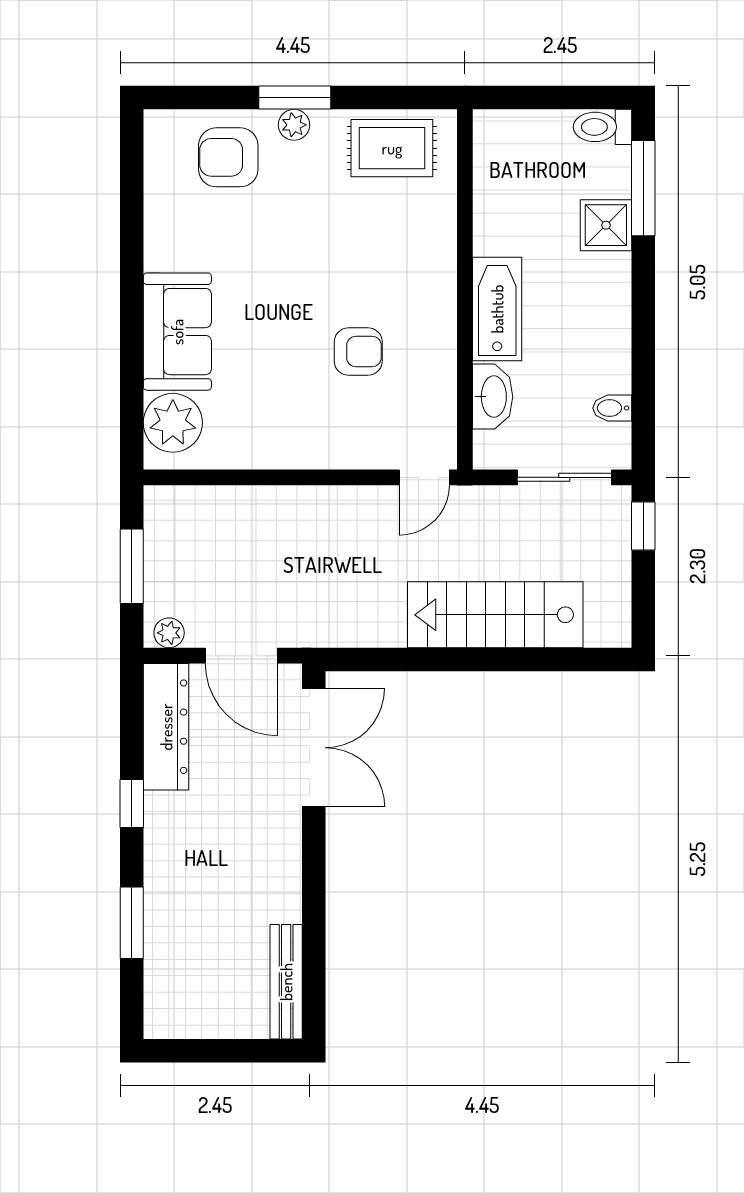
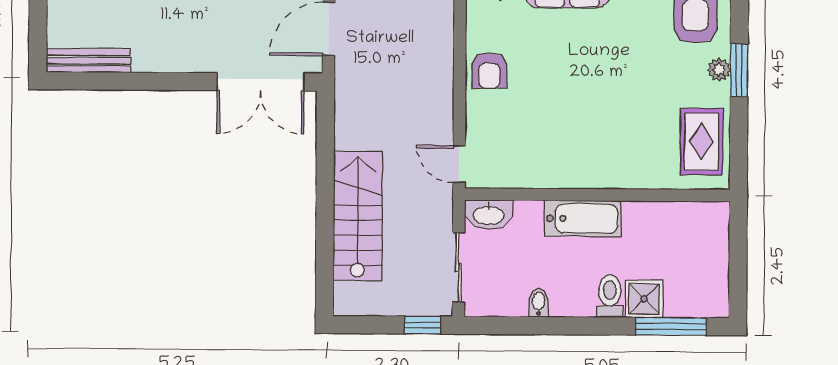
toilet: (603, 127) -> (610, 296), moved
armchair: (358, 352) -> (489, 71), moved
washbasin: (493, 397) -> (489, 215), moved
bidet: (612, 408) -> (539, 303), moved

